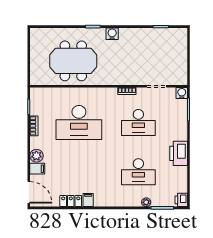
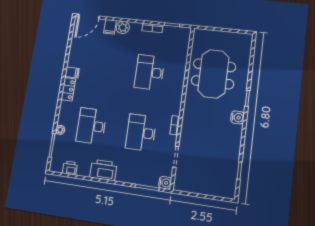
desk: (79, 122) -> (149, 72), width x0.73, depth x0.77
printer: (181, 200) -> (70, 168), moved
locker: (71, 201) -> (68, 89), moved

